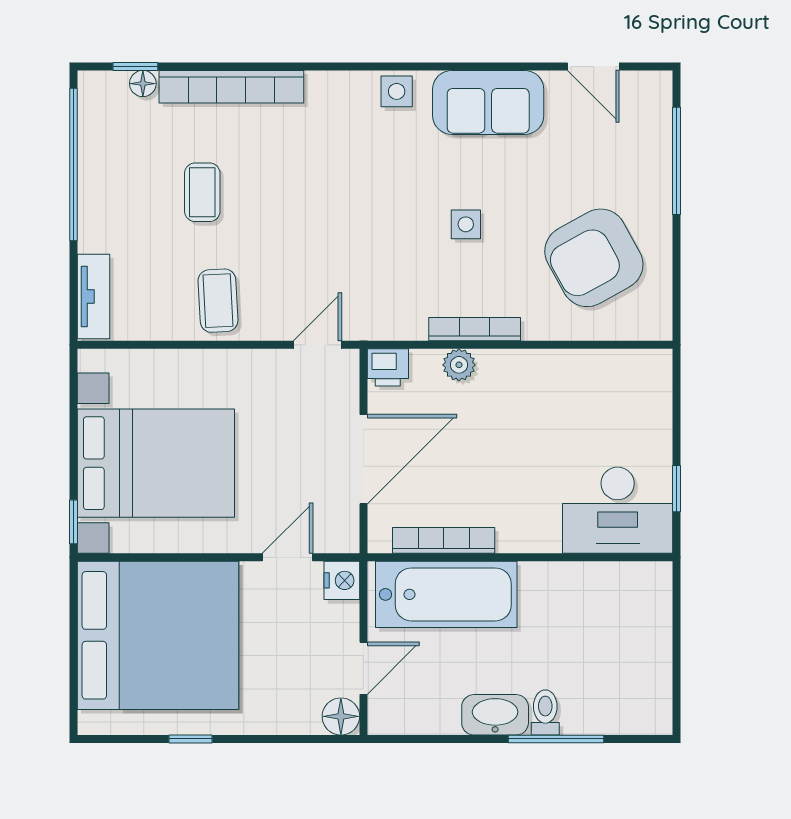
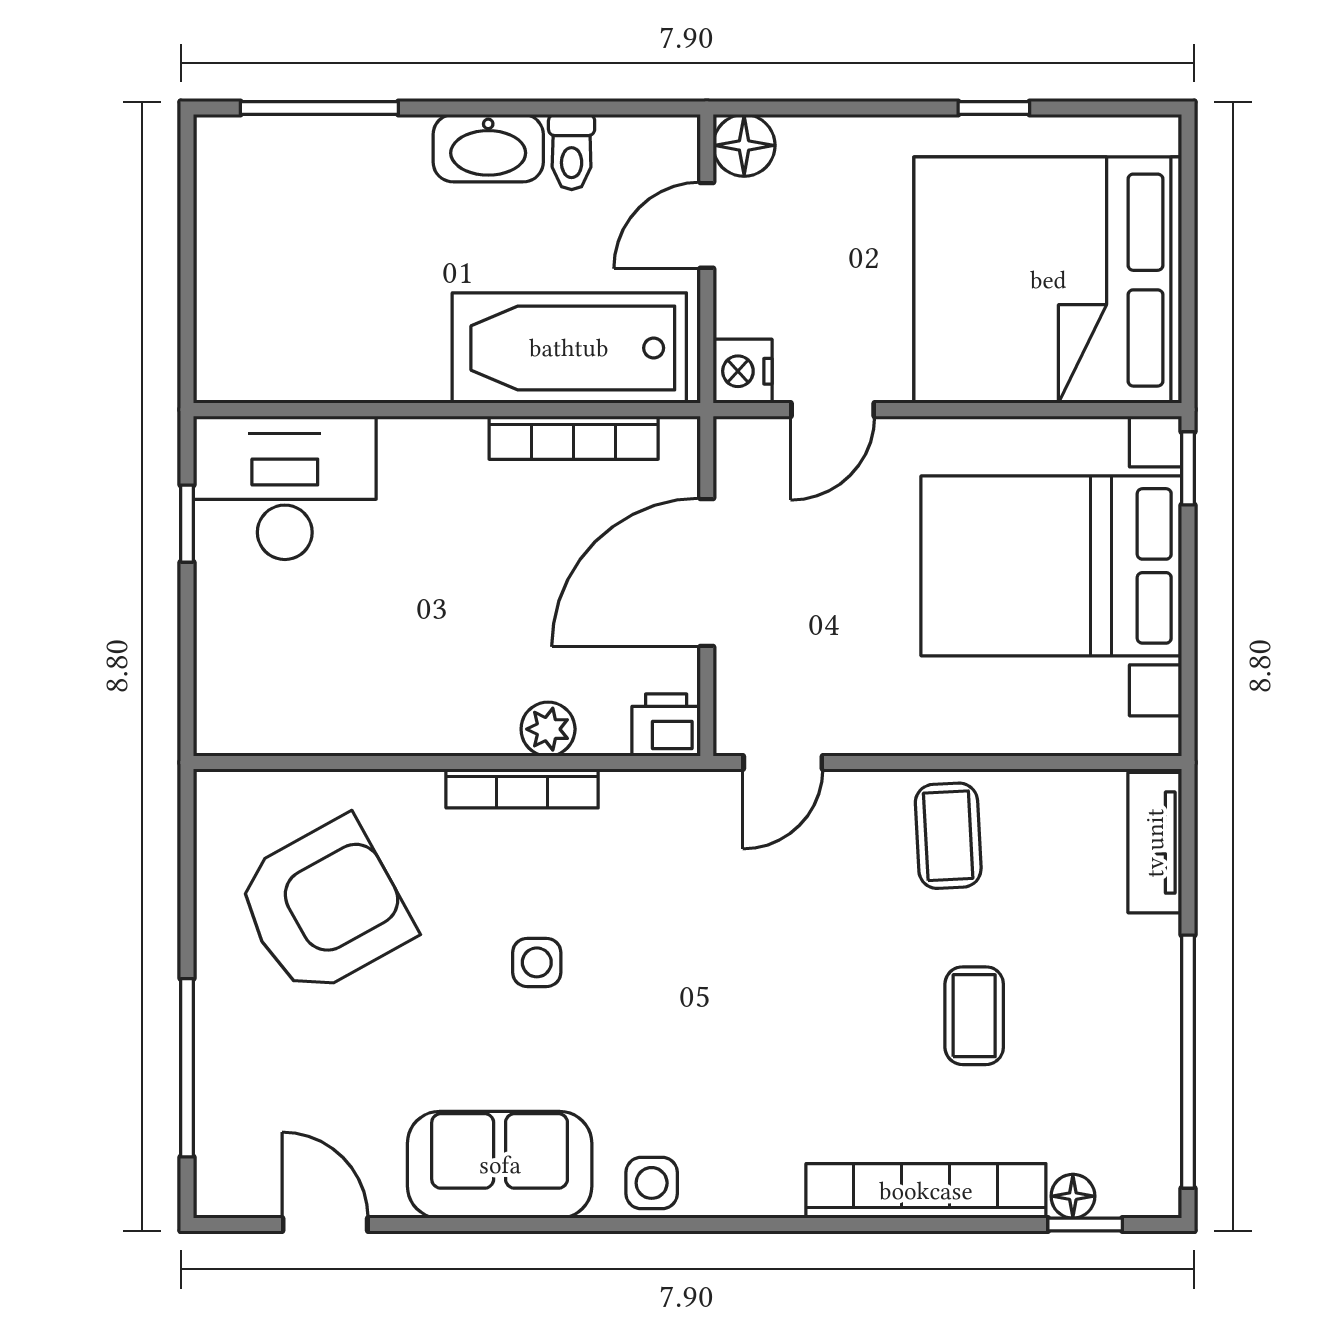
toilet: (545, 712) -> (572, 152), moved
window: (556, 739) -> (319, 108), moved

